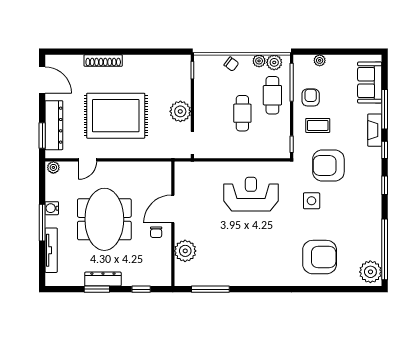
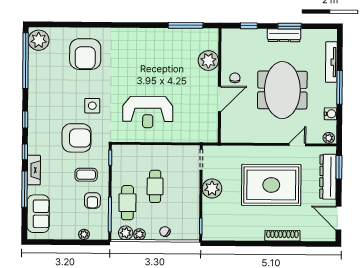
water cooler: (52, 208) -> (330, 114), moved
armchair: (320, 257) -> (85, 54), turned -90

